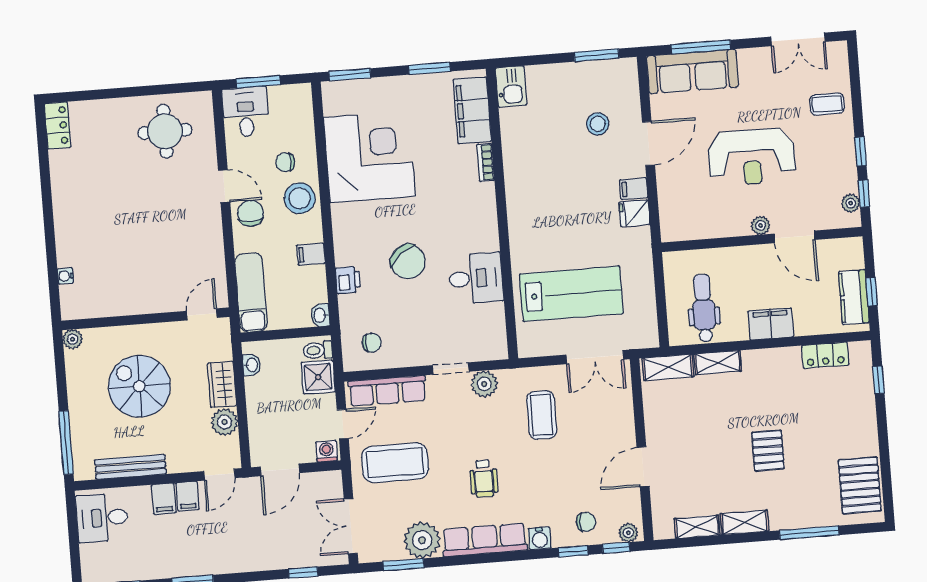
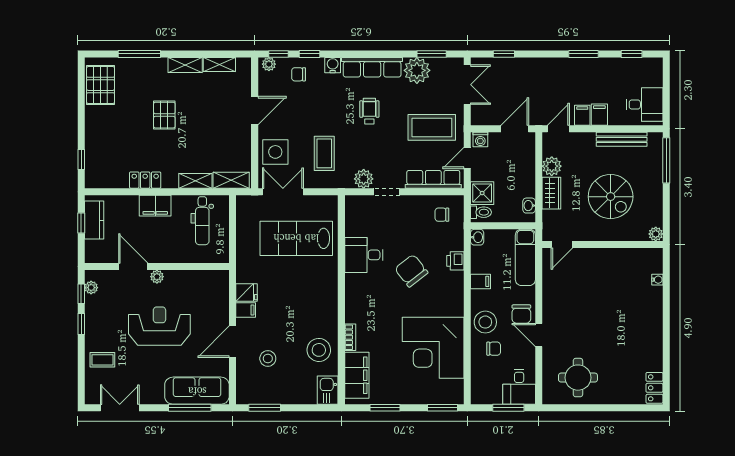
stool: (528, 141) -> (319, 350), added
locker: (825, 355) -> (145, 180), moved
side table: (610, 412) -> (275, 152), added

